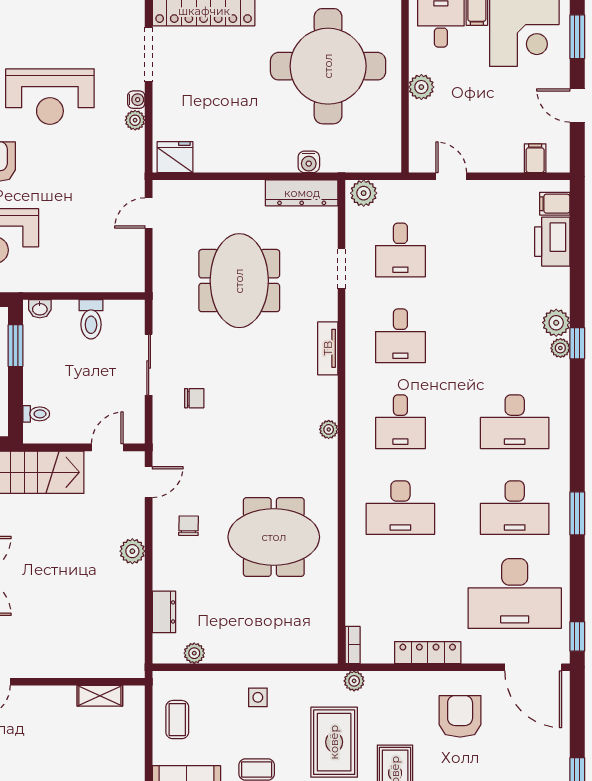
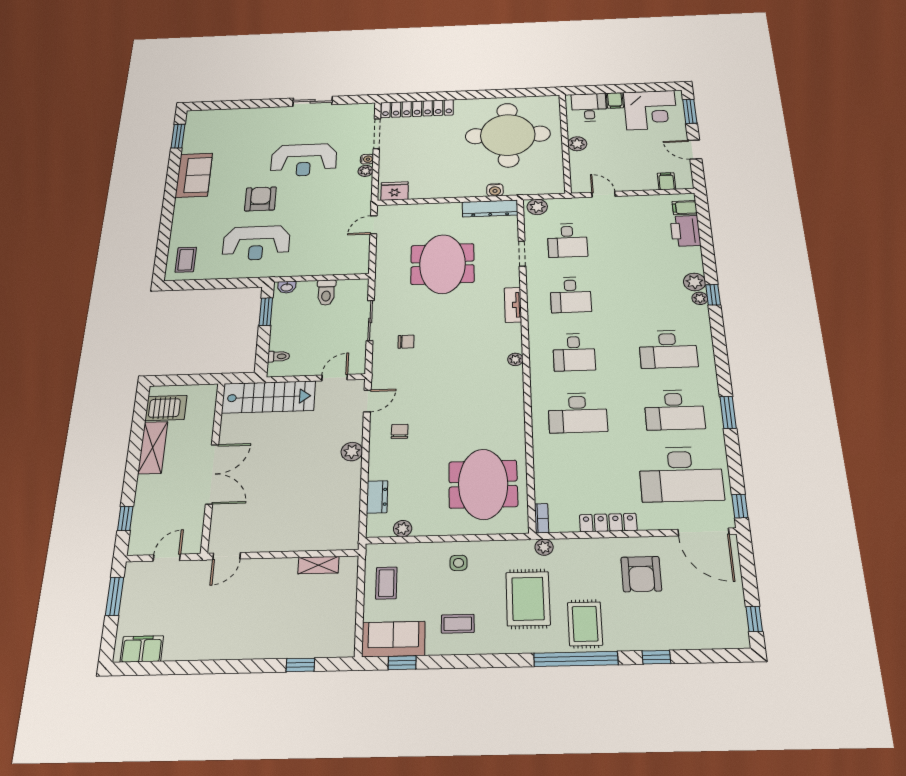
meeting table: (274, 537) -> (483, 484), moved, turned 90
armchair: (460, 716) -> (641, 574), turned 180

